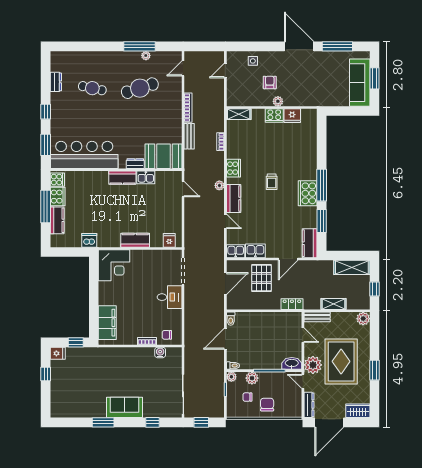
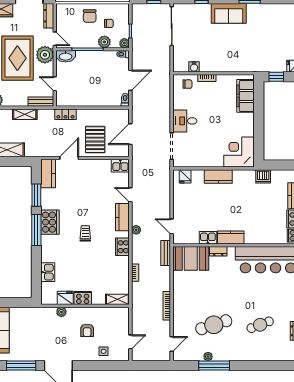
cafe table: (92, 88) -> (260, 325), turned -33
plant: (278, 101) -> (61, 312), moved
bench: (189, 136) -> (166, 253), moved
kitchen sink: (255, 251) -> (48, 272), moved, turned -90

